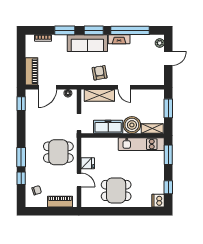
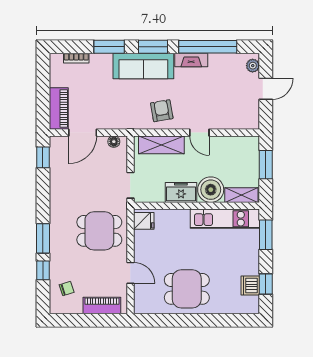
freezer: (108, 127) -> (181, 192), width x0.71
fridge: (88, 163) -> (144, 221), moved
dishwasher: (158, 201) -> (250, 285), moved

